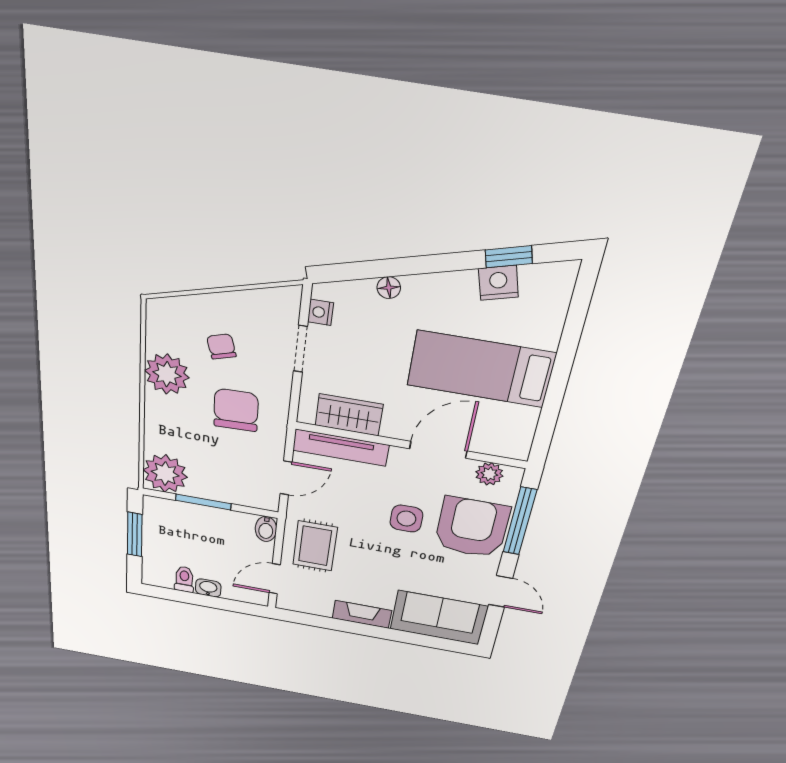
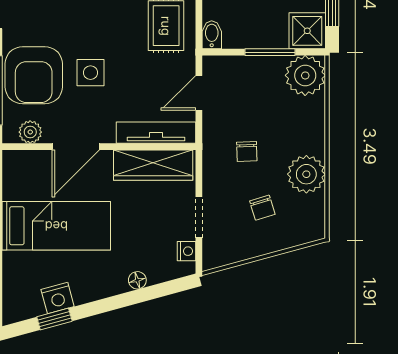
chair: (236, 410) -> (247, 152), width x0.54, depth x0.54
wardrobe: (349, 415) -> (153, 165), width x1.50
shower: (162, 514) -> (307, 31), added

